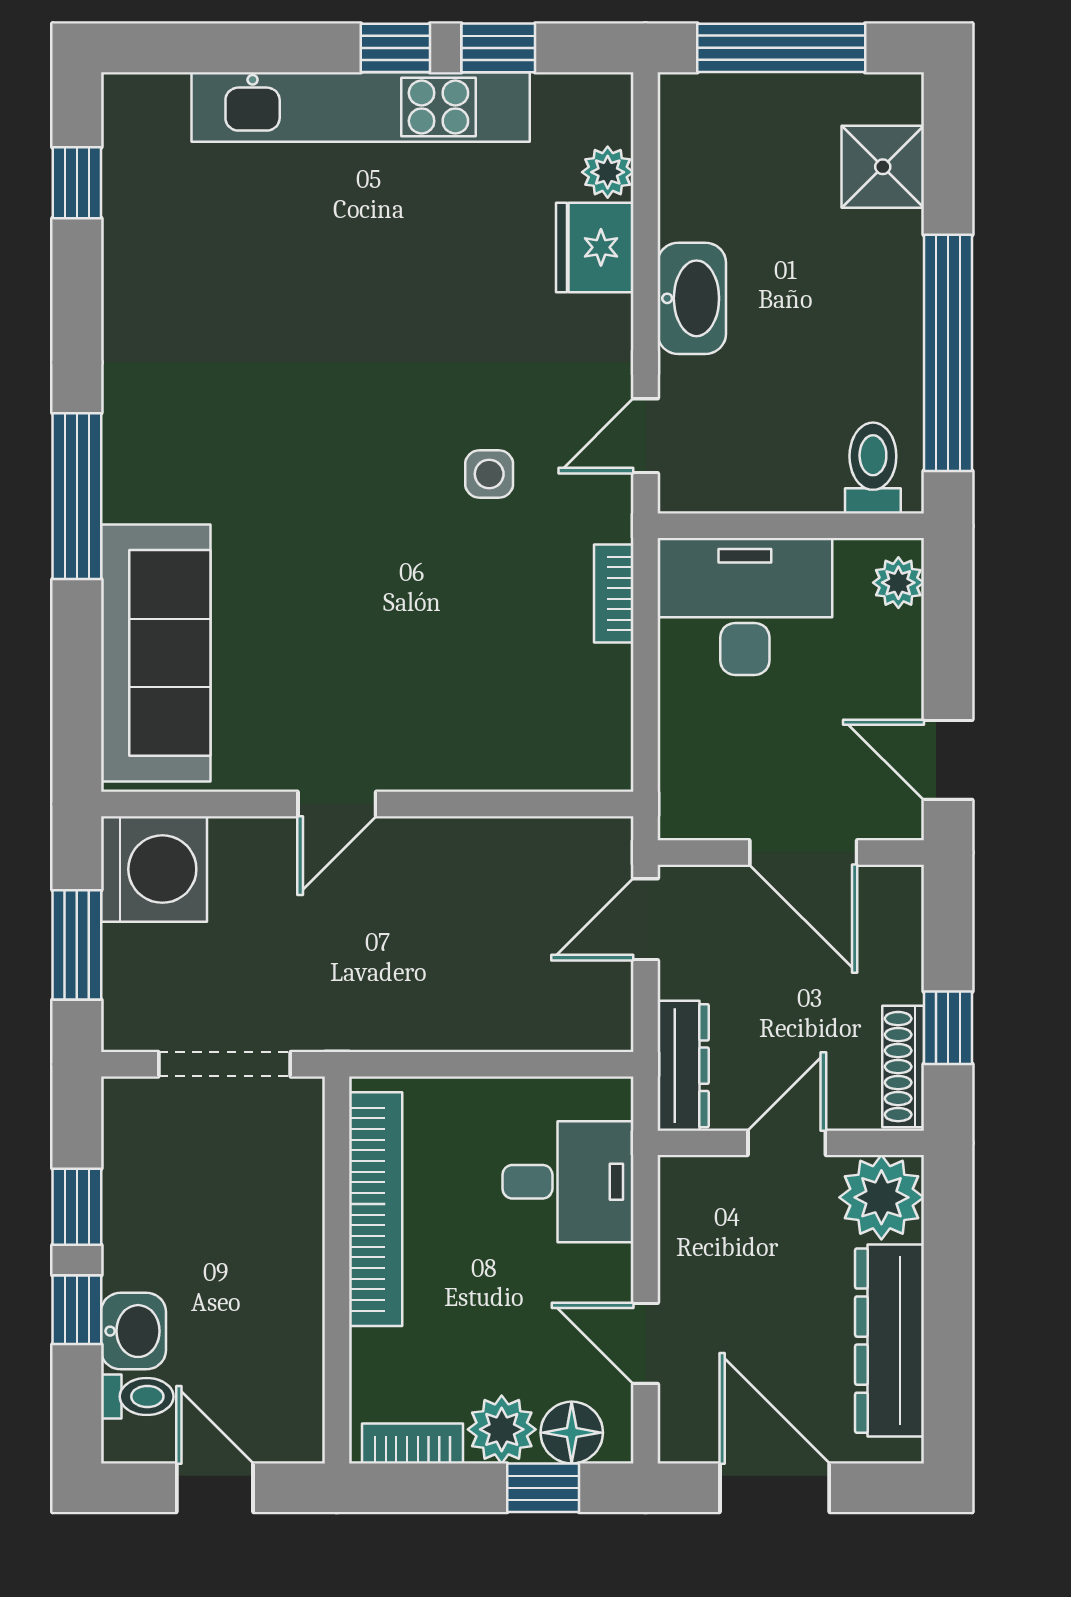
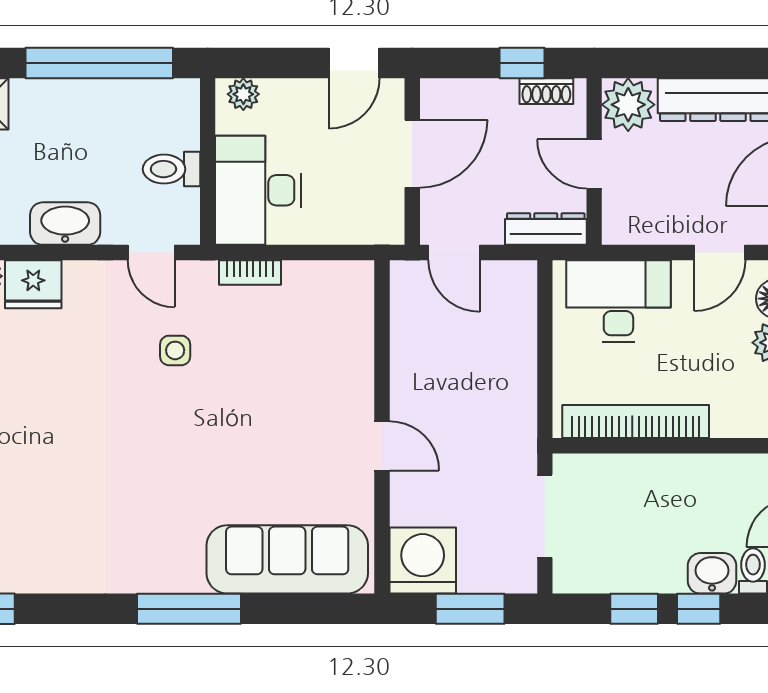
toilet: (873, 468) -> (171, 169), moved
shoe rack: (903, 1067) -> (546, 91), width x0.70
desk: (568, 1182) -> (618, 301), width x1.37

